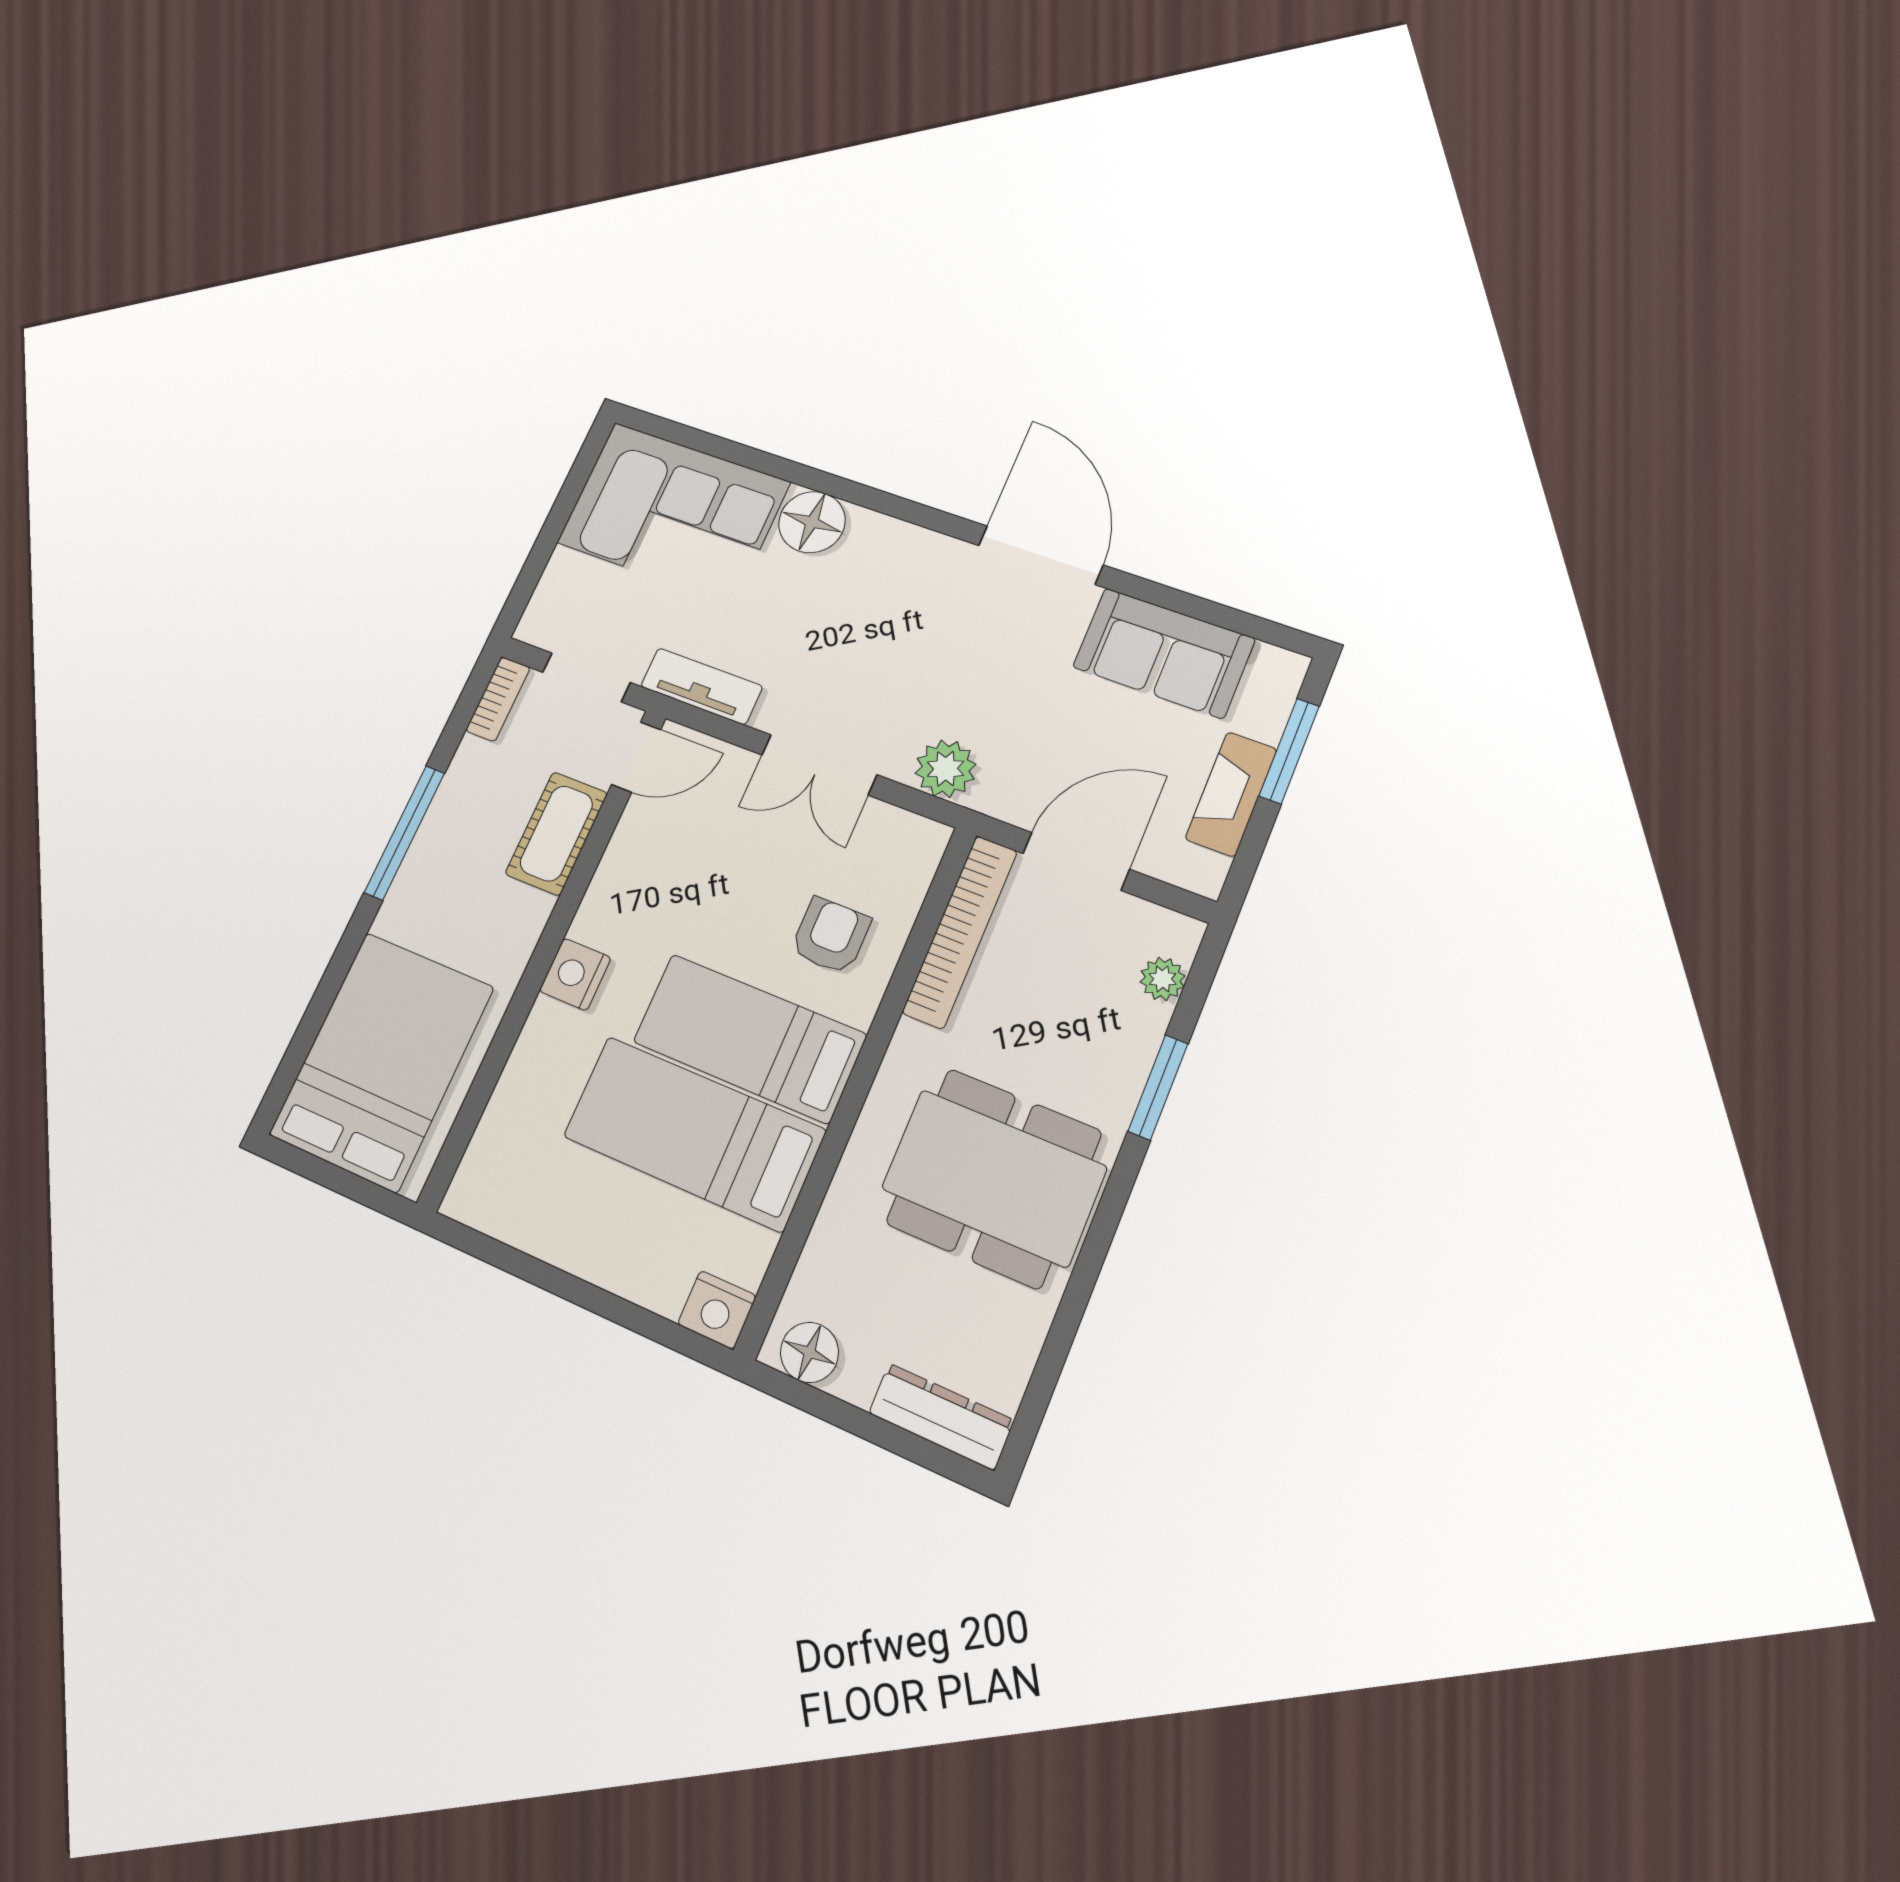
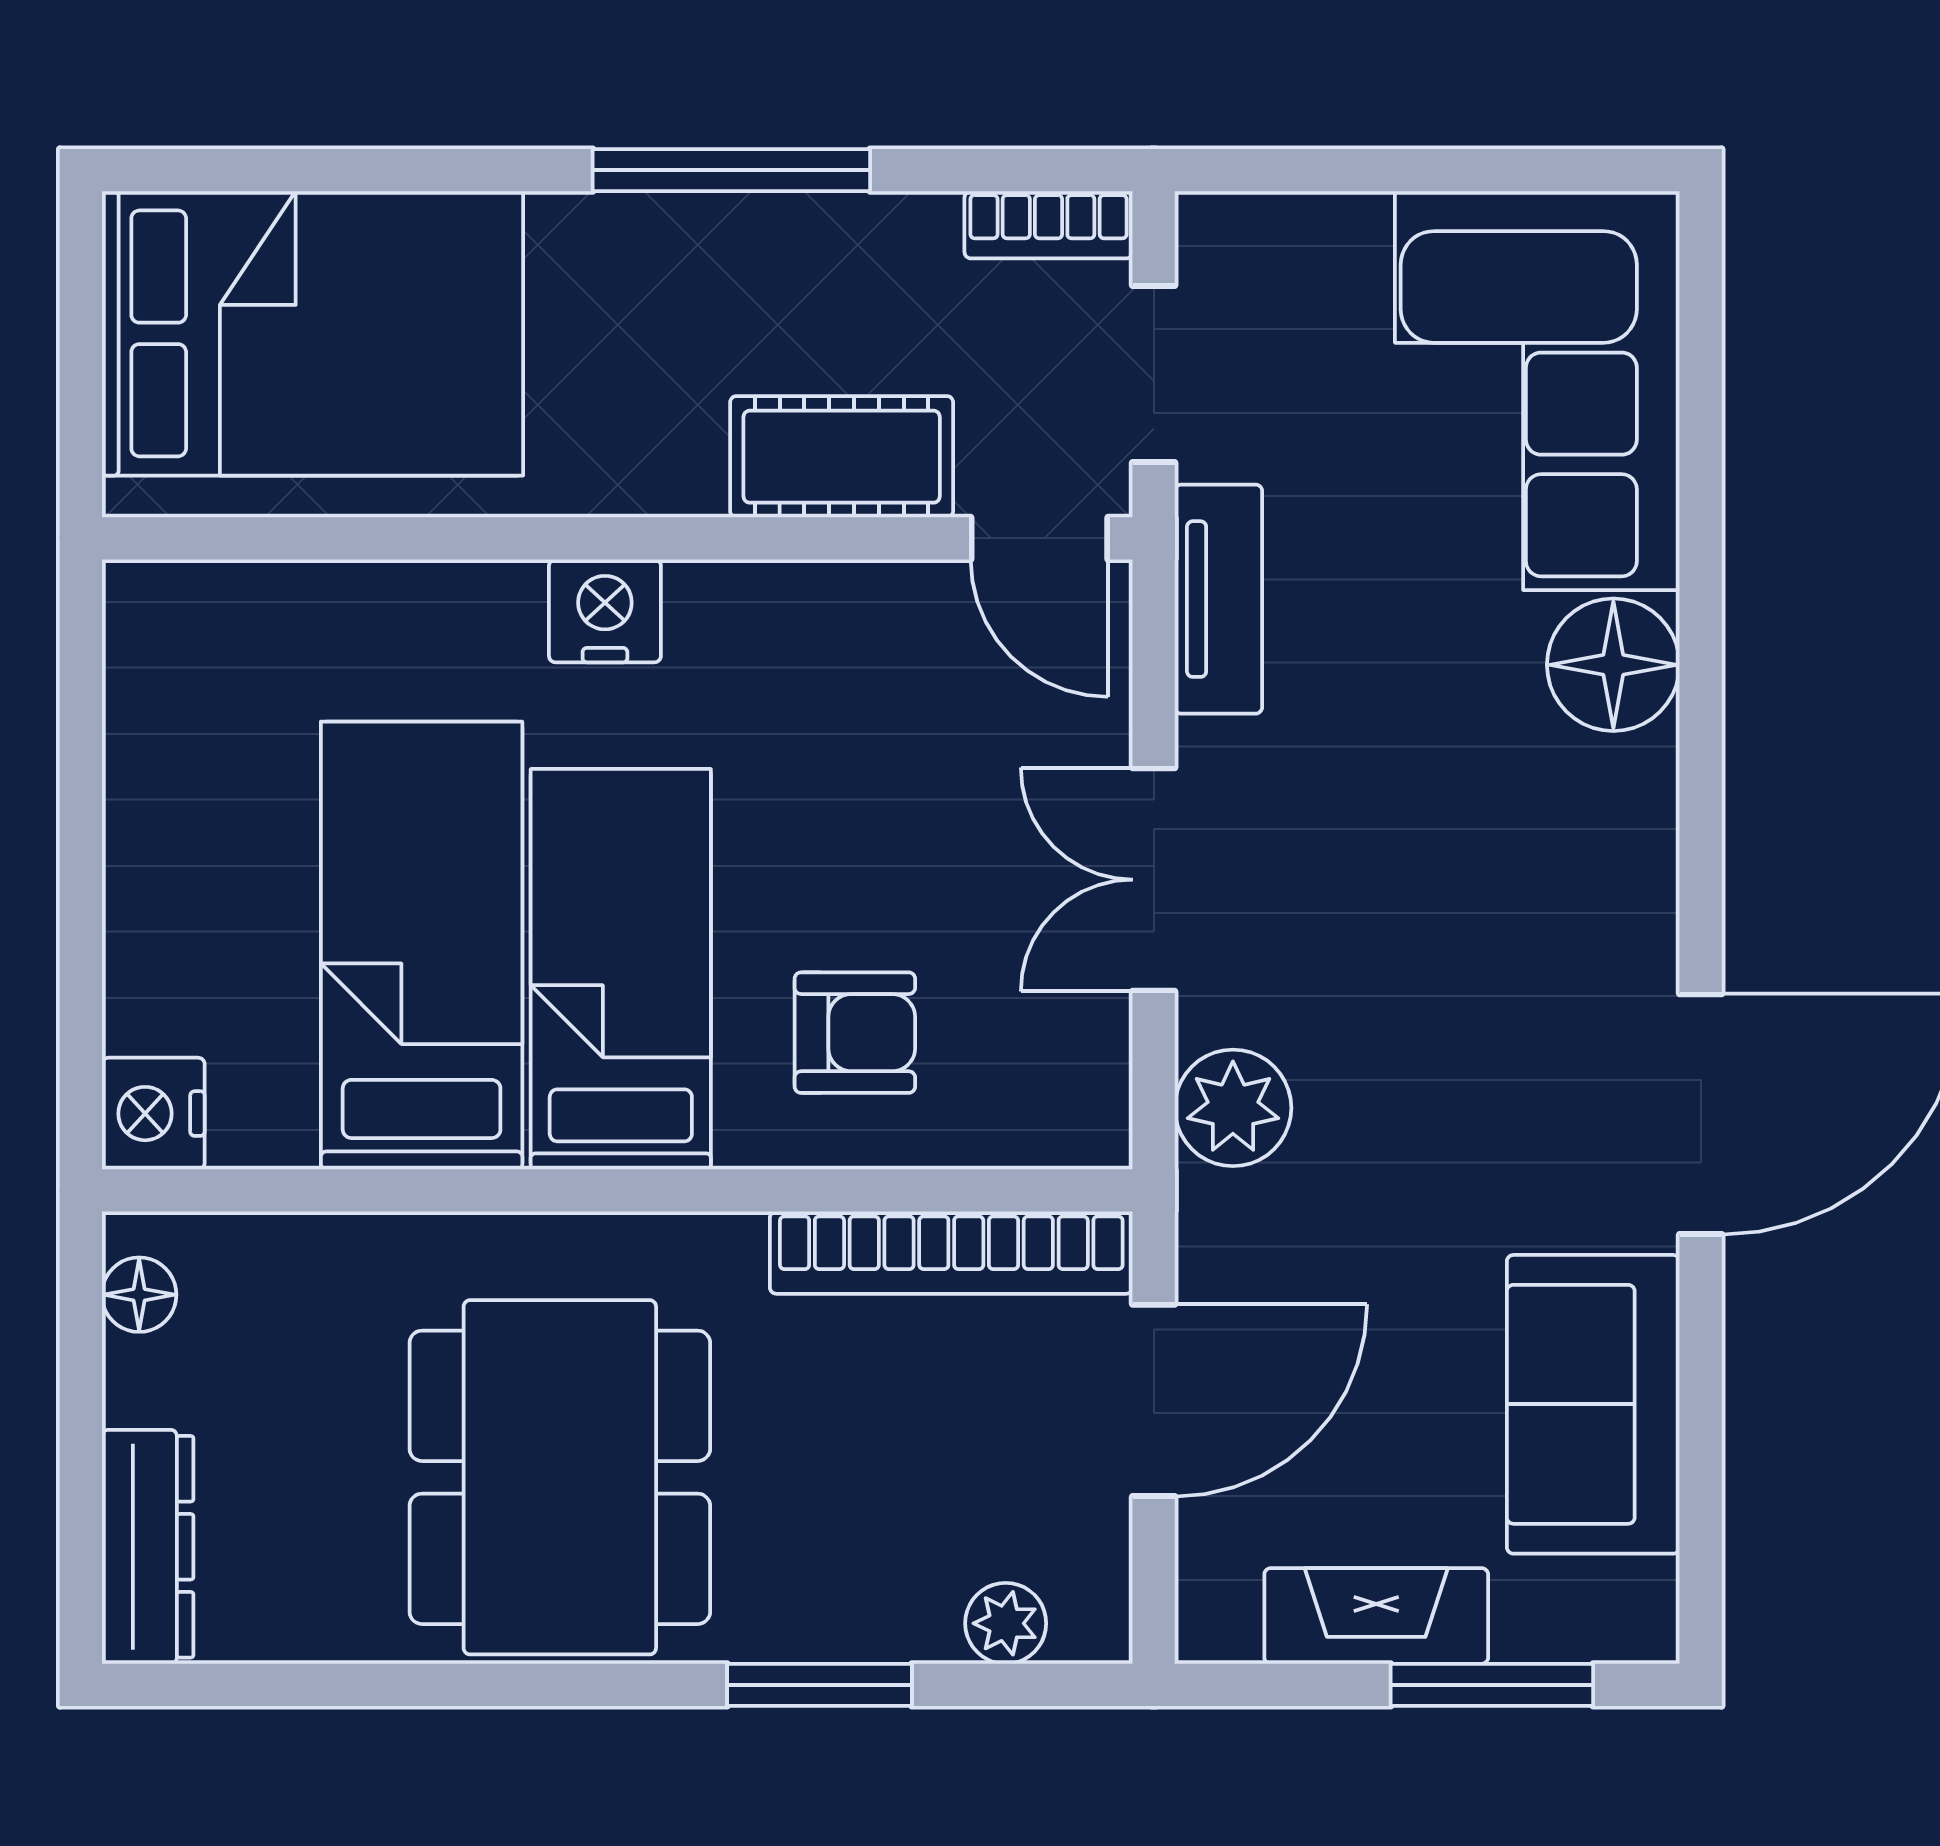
door: (1076, 861) -> (1154, 1400), hinge flipped
floor lamp: (809, 1352) -> (139, 1295), width x0.73, depth x0.73

